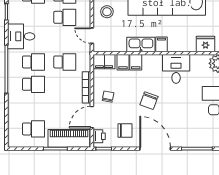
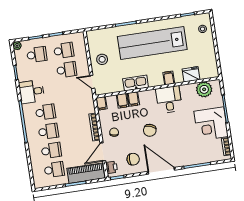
filing cabinet: (161, 44) -> (169, 78), moved
school desk: (65, 62) -> (51, 150), moved
filing cabinet: (104, 62) -> (101, 103), width x0.50

